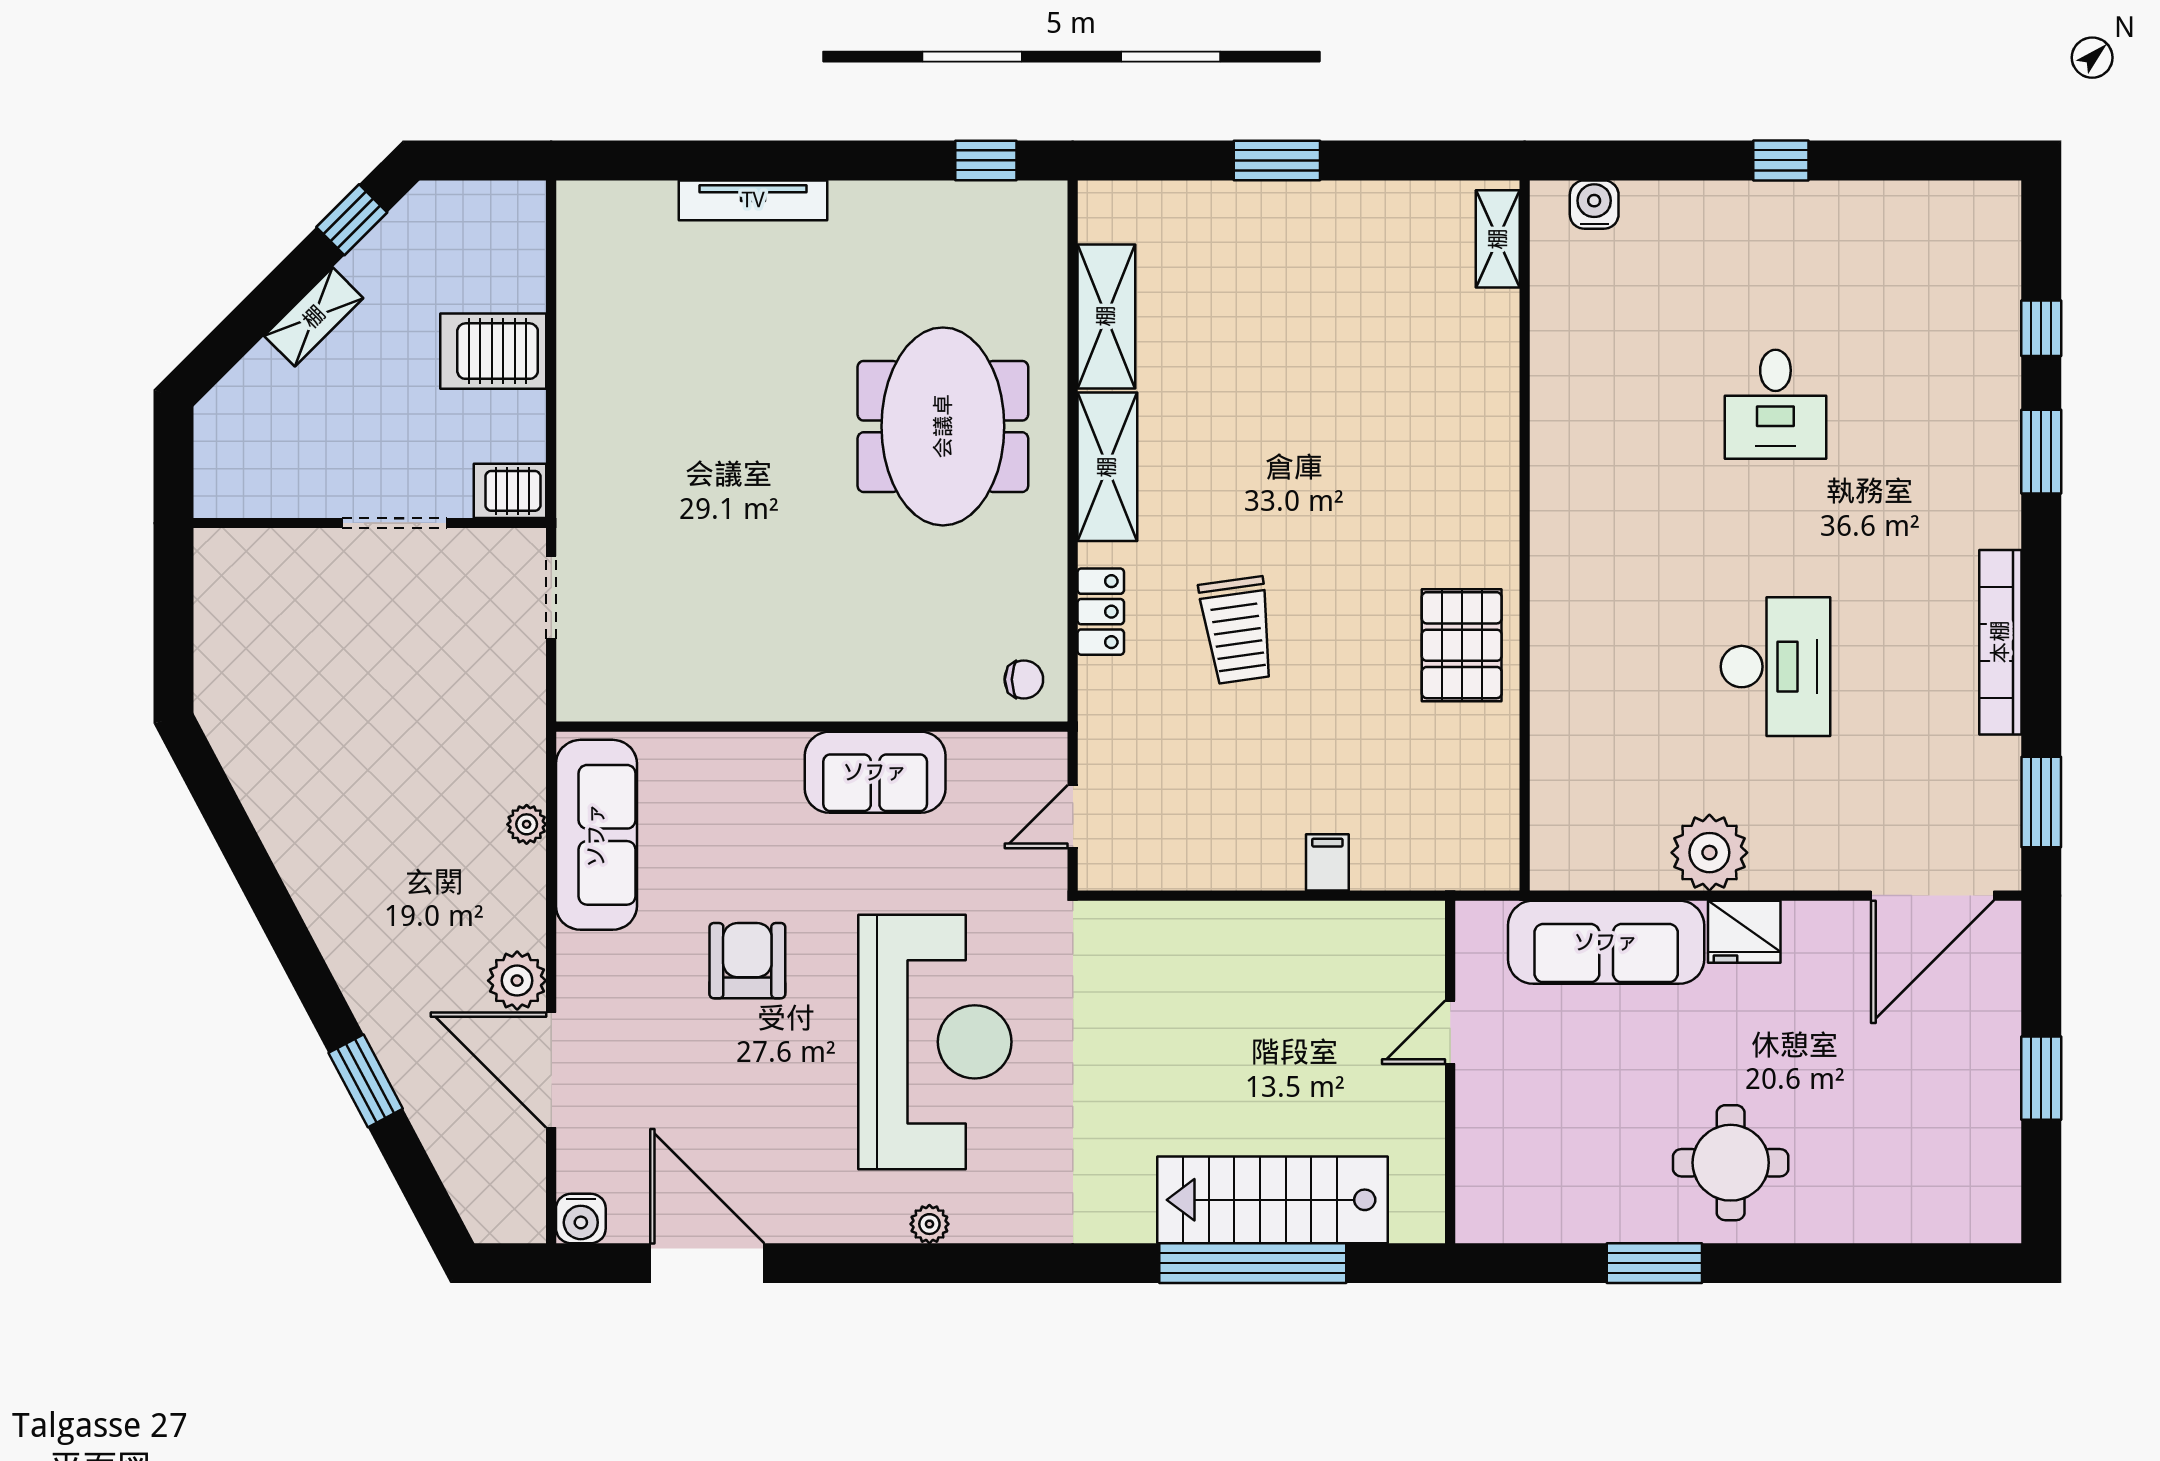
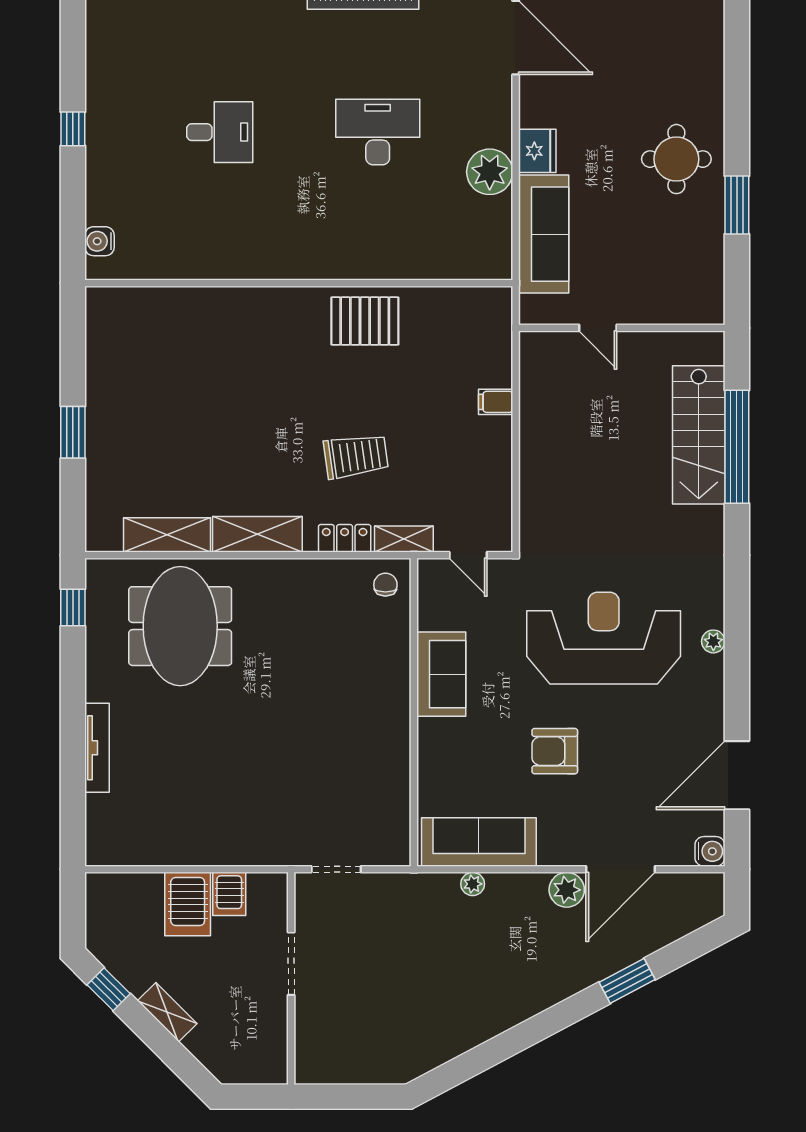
shelving: (1498, 239) -> (404, 539), moved
meeting table: (943, 426) -> (180, 626), moved, turned 90
server rack: (510, 491) -> (229, 894), moved

